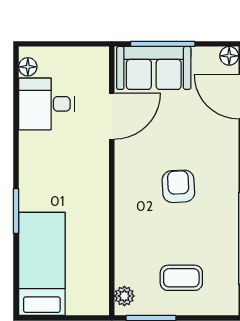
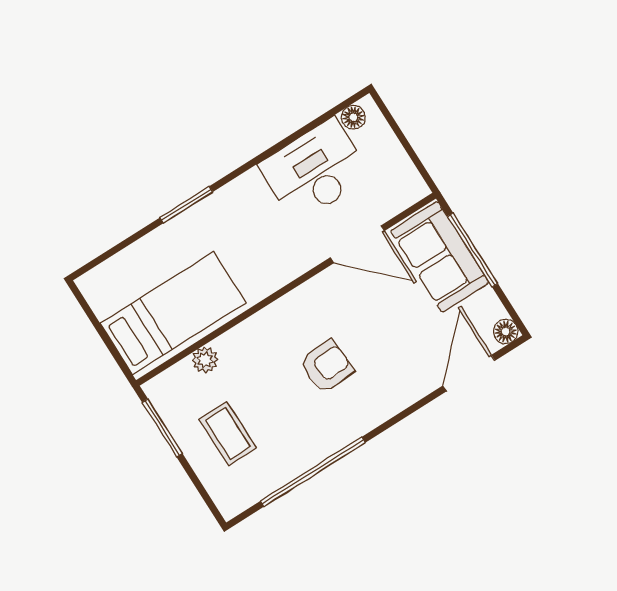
desk: (47, 104) -> (315, 171), width x1.37
bed: (42, 264) -> (173, 313), moved
plant: (124, 296) -> (205, 360), moved

